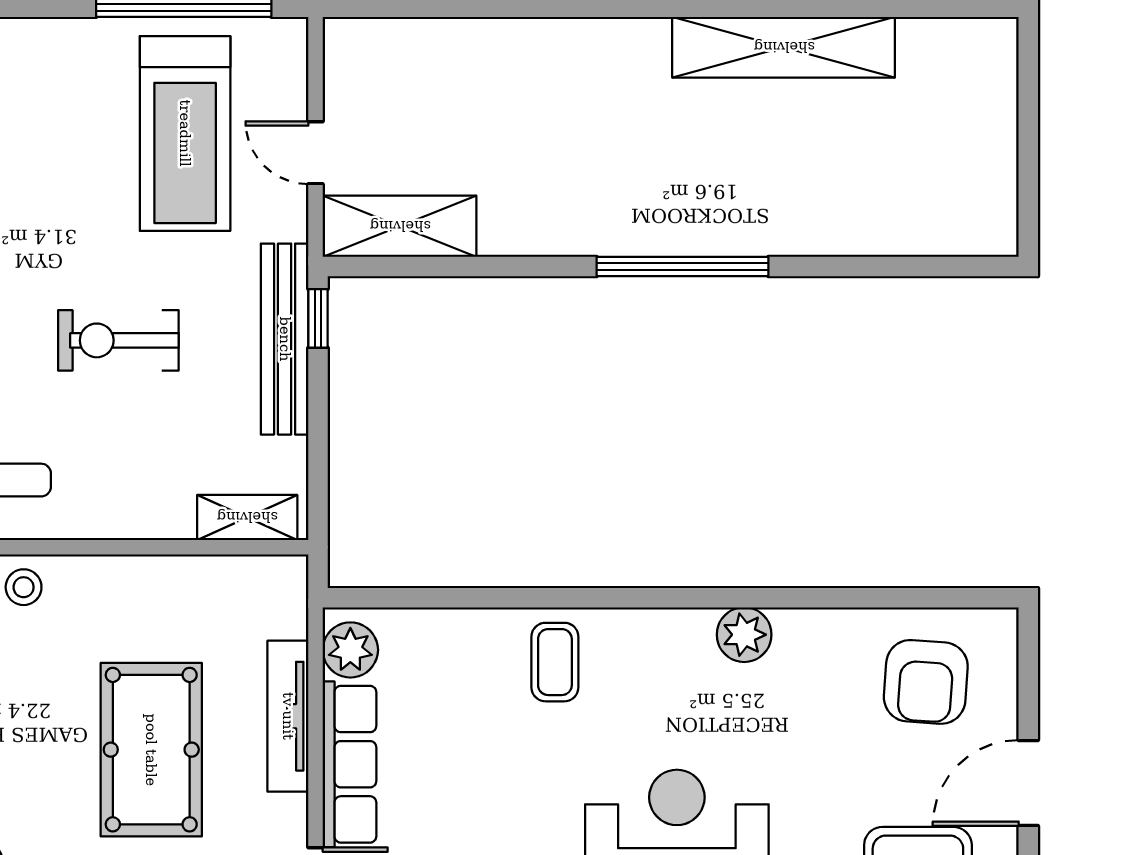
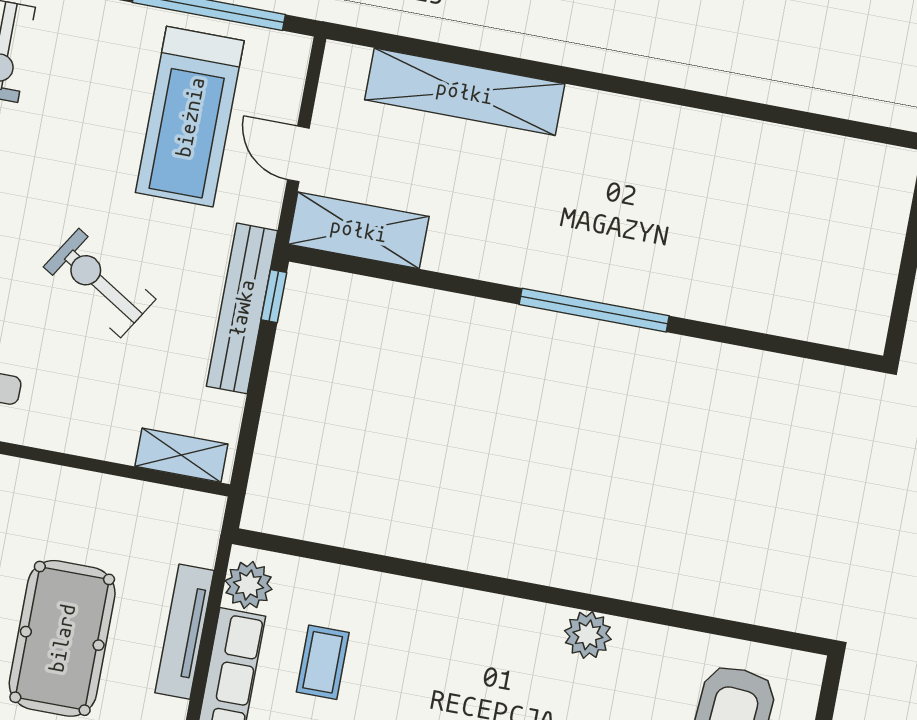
shelving: (784, 47) -> (465, 92), moved
exercise bike: (118, 340) -> (100, 283), turned 32
coffee table: (555, 662) -> (323, 662), moved

